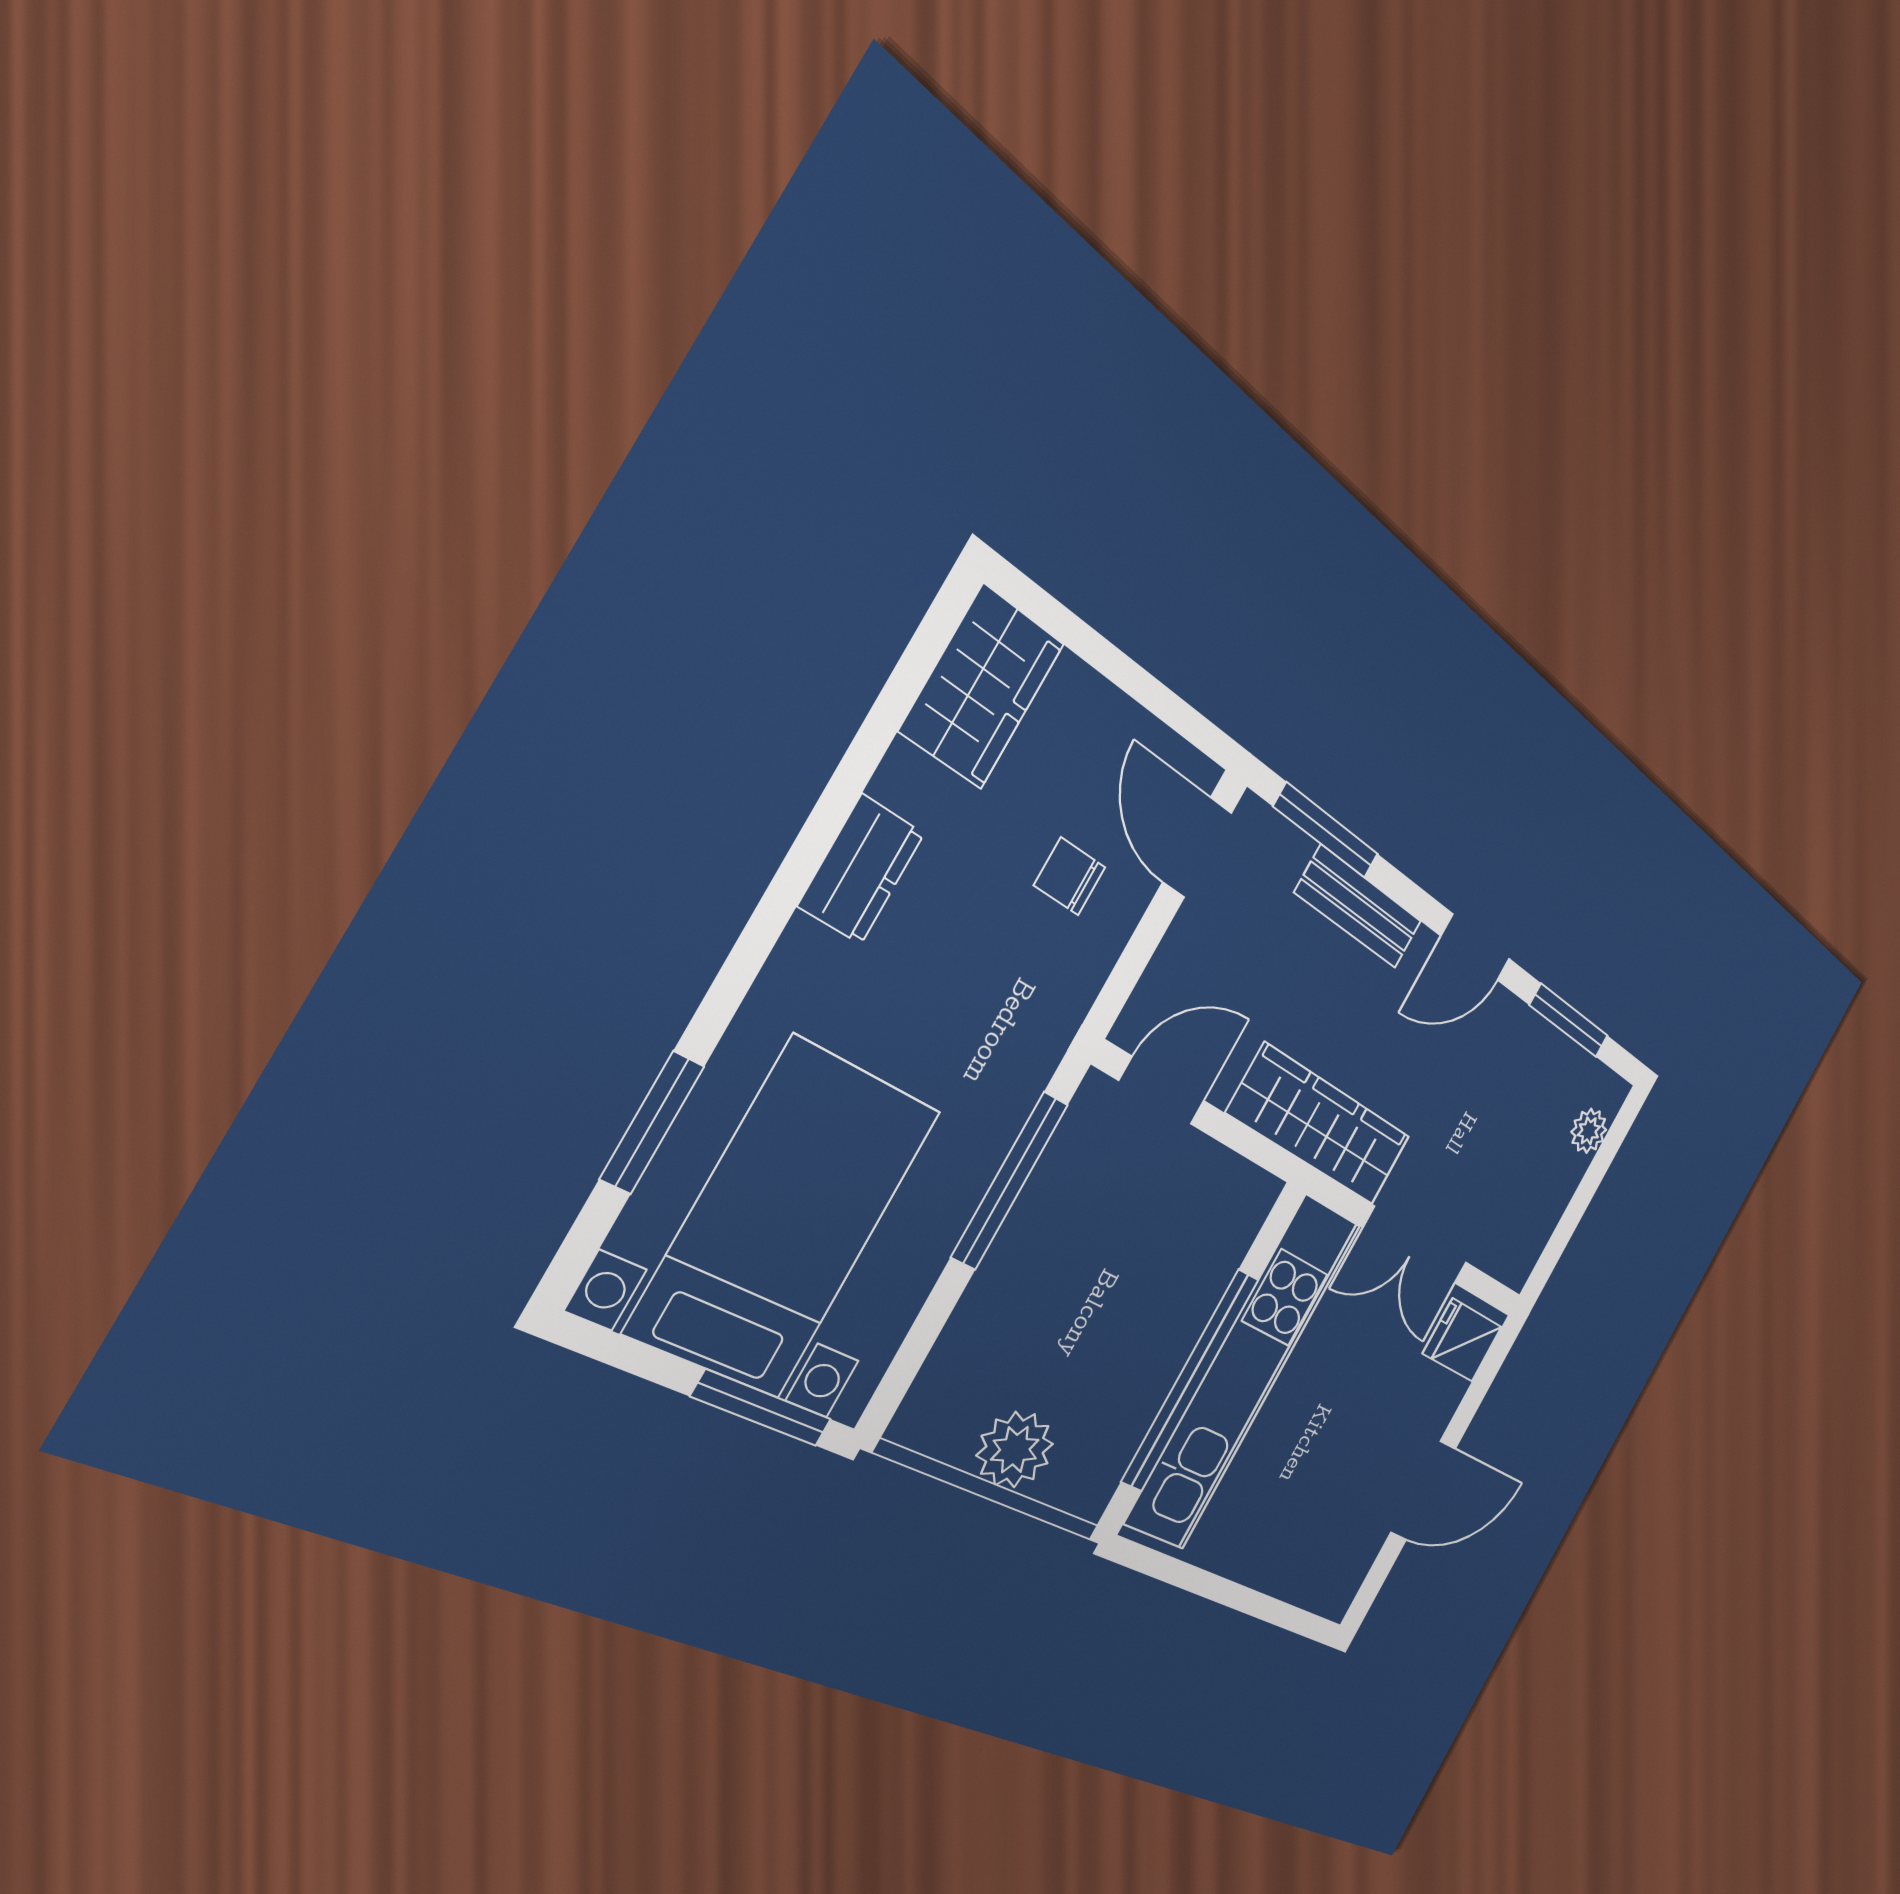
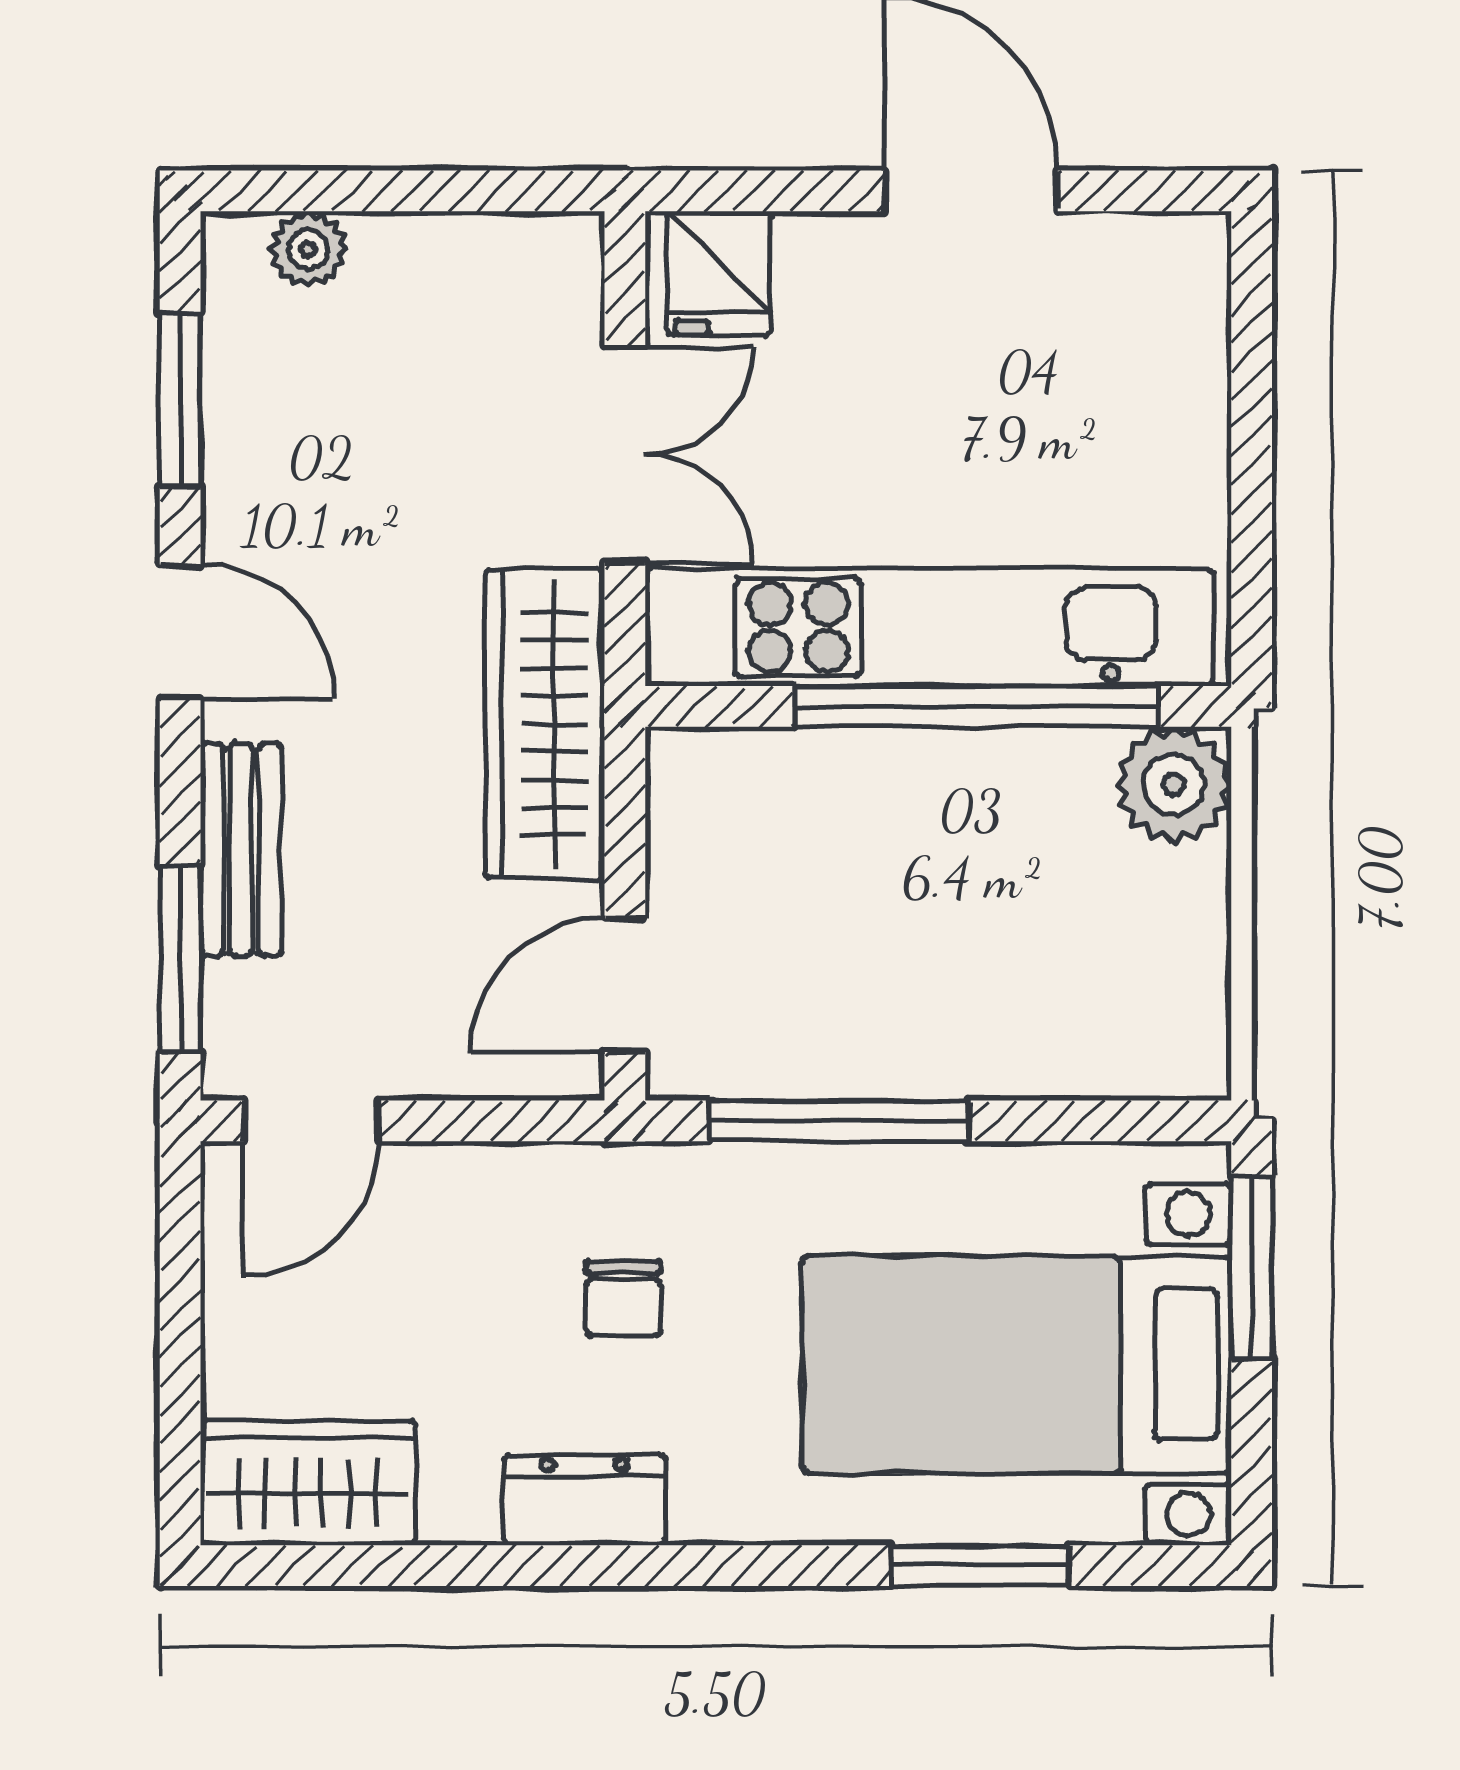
chair: (1070, 876) -> (623, 1298), moved
door: (1162, 1091) -> (625, 985), hinge flipped
plant: (1015, 1450) -> (1174, 784), moved

